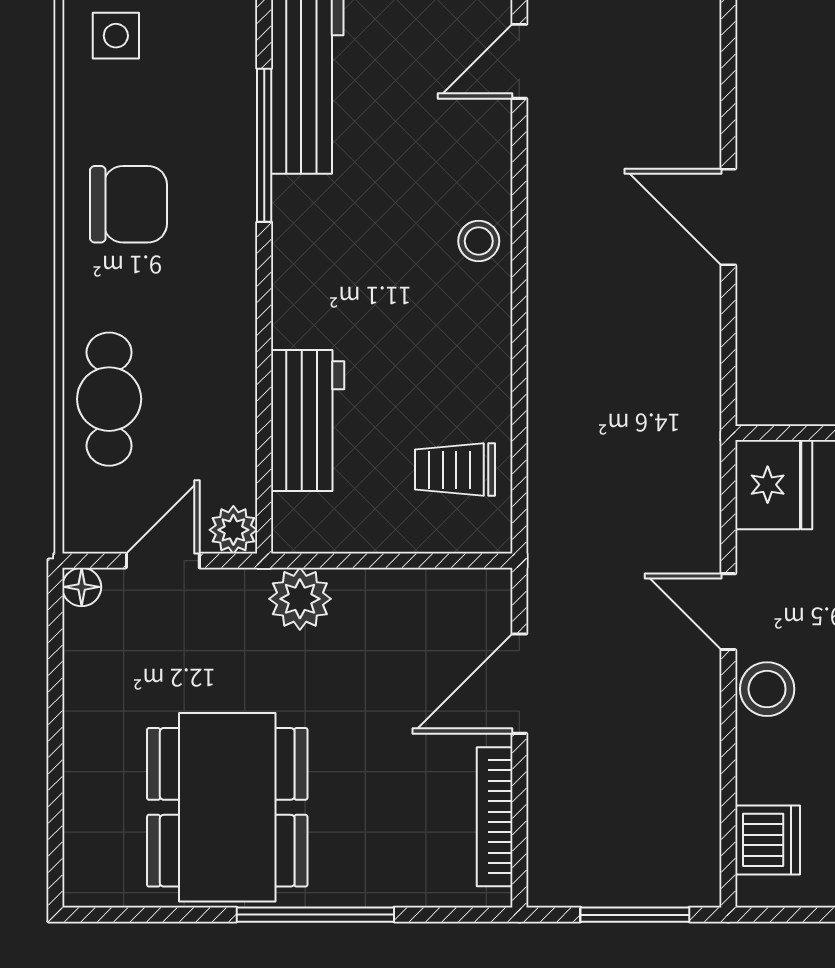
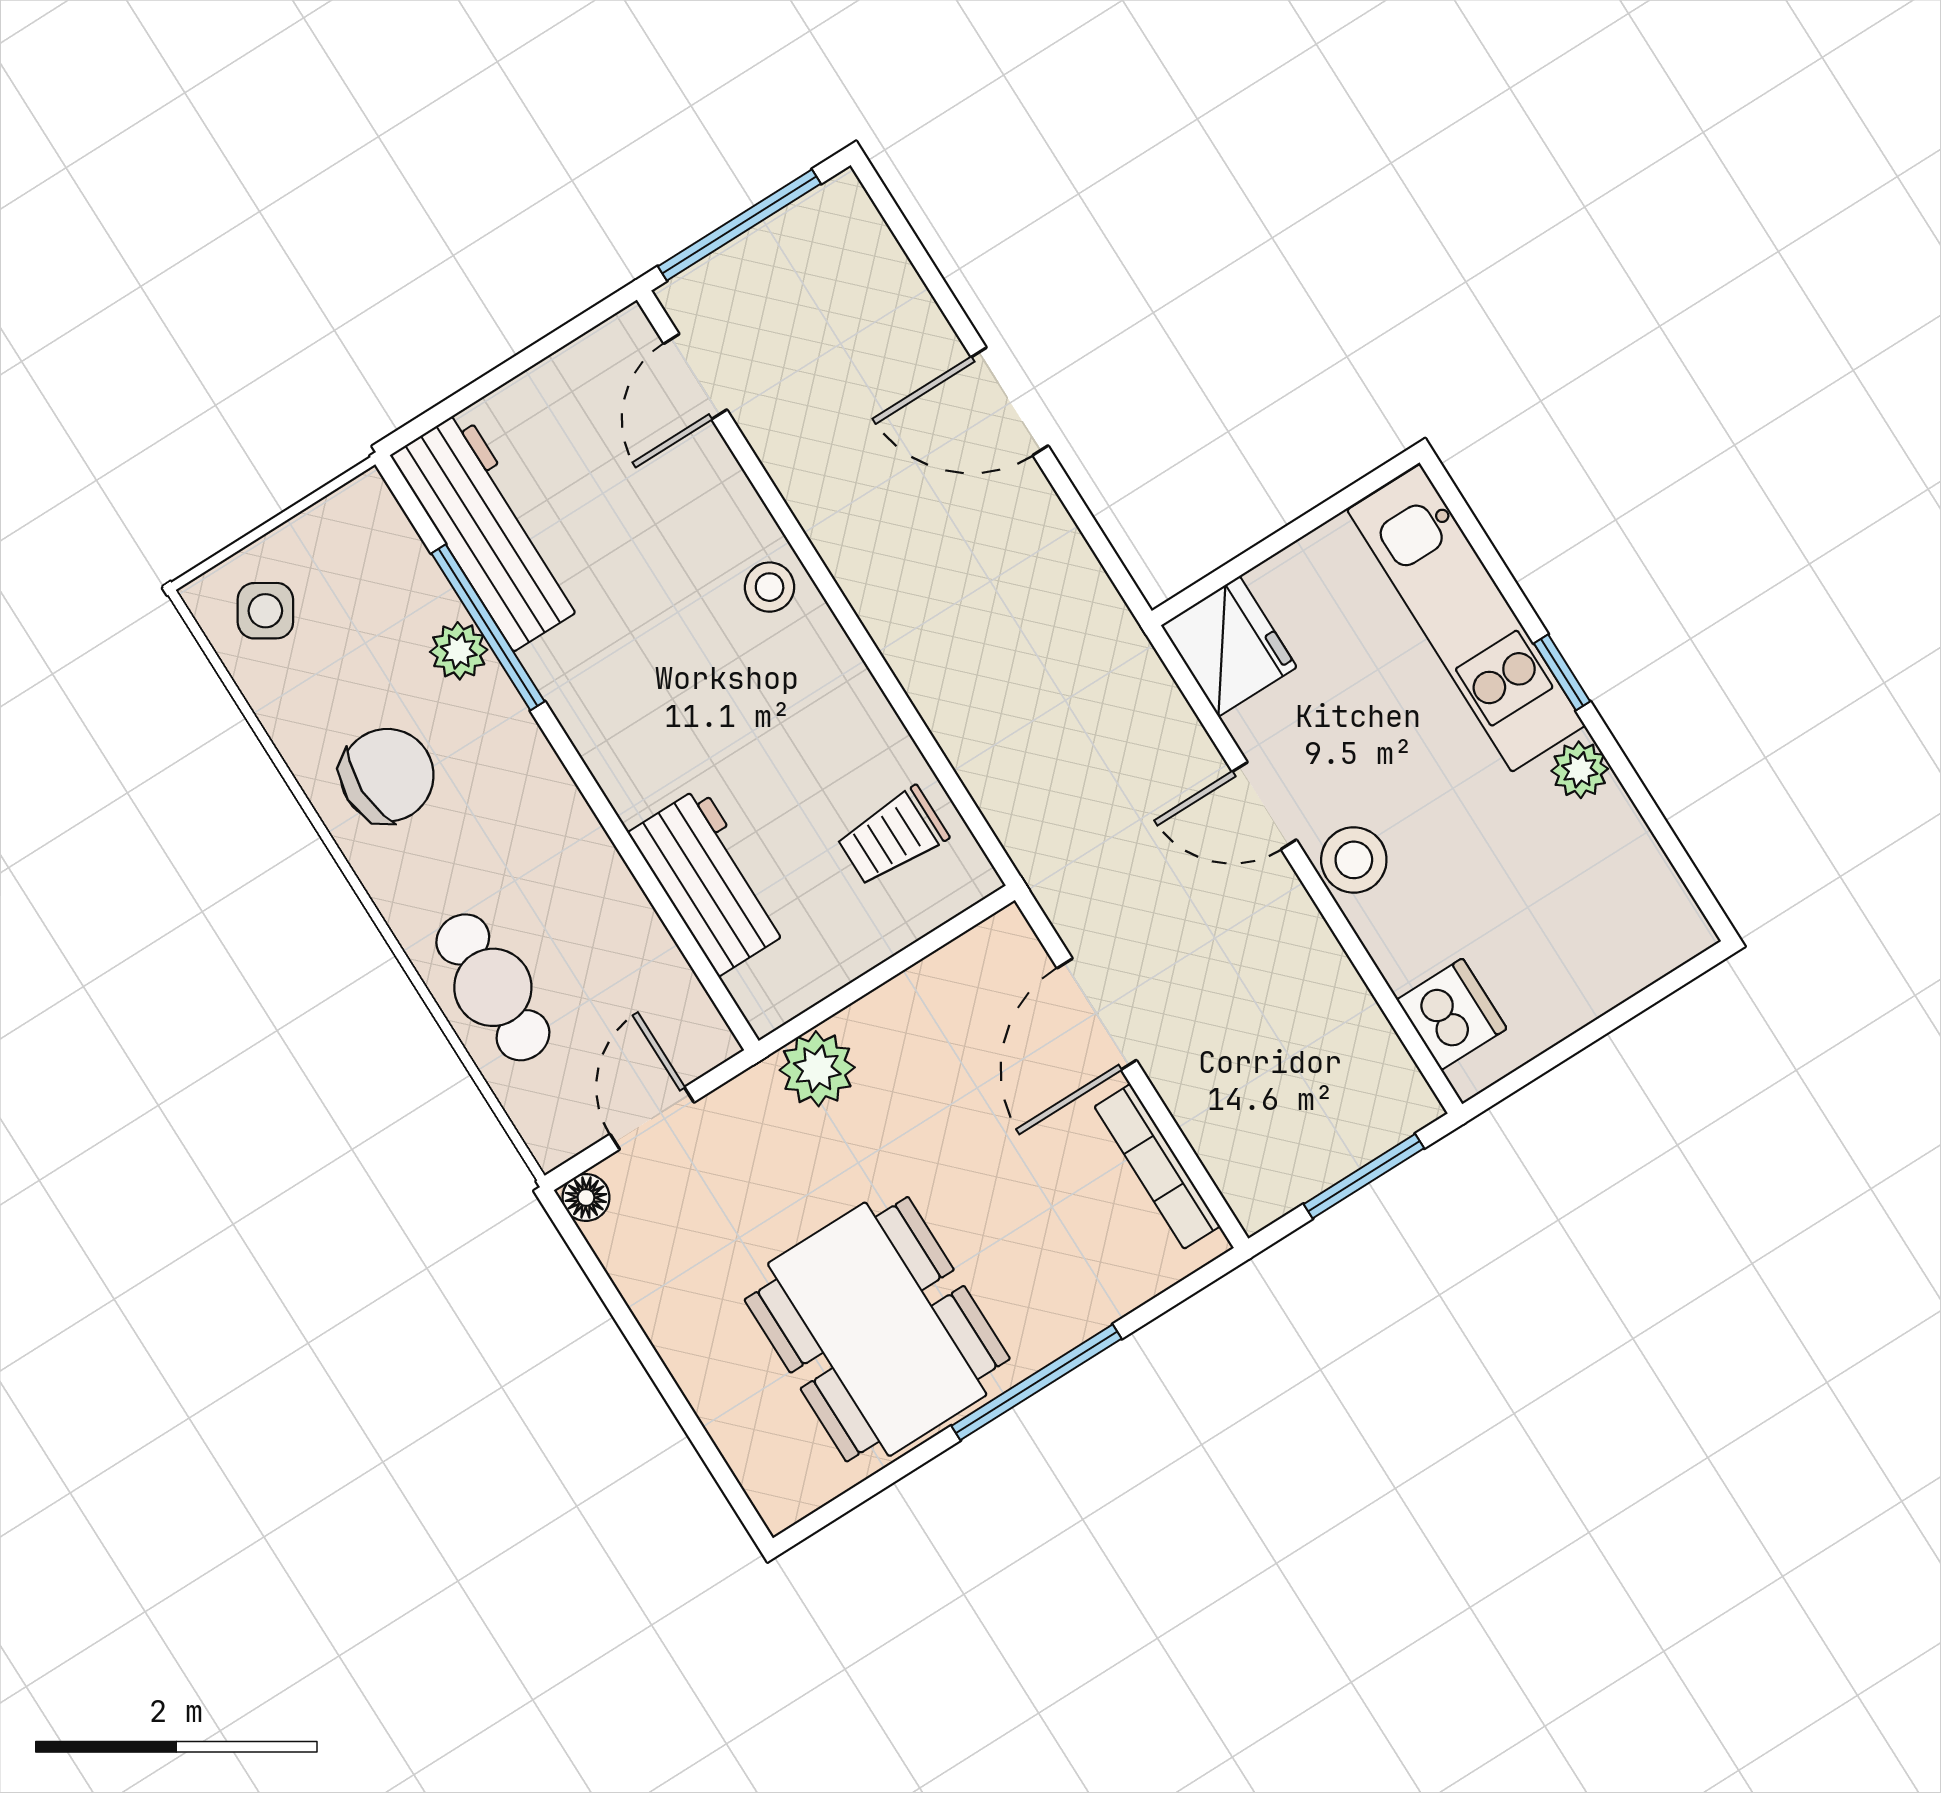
side table: (116, 36) -> (265, 611), turned 32
plant: (233, 530) -> (459, 651), moved

